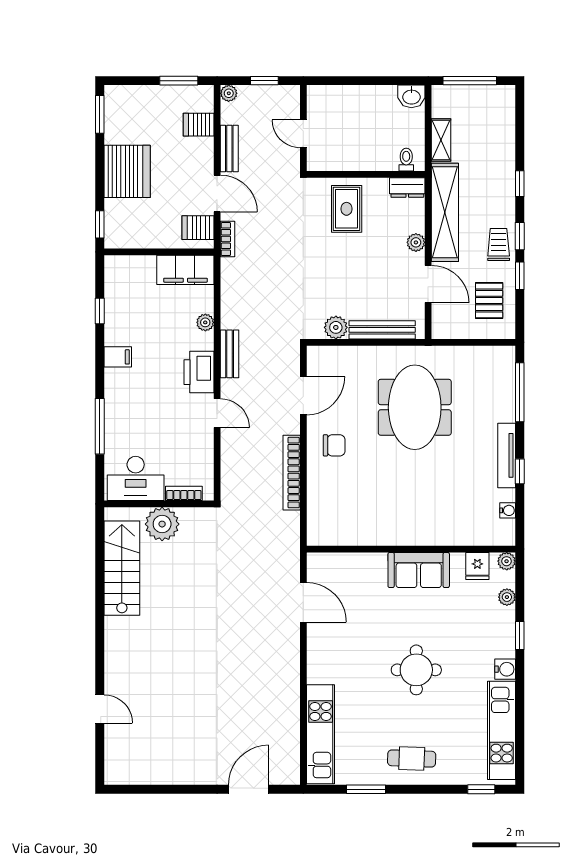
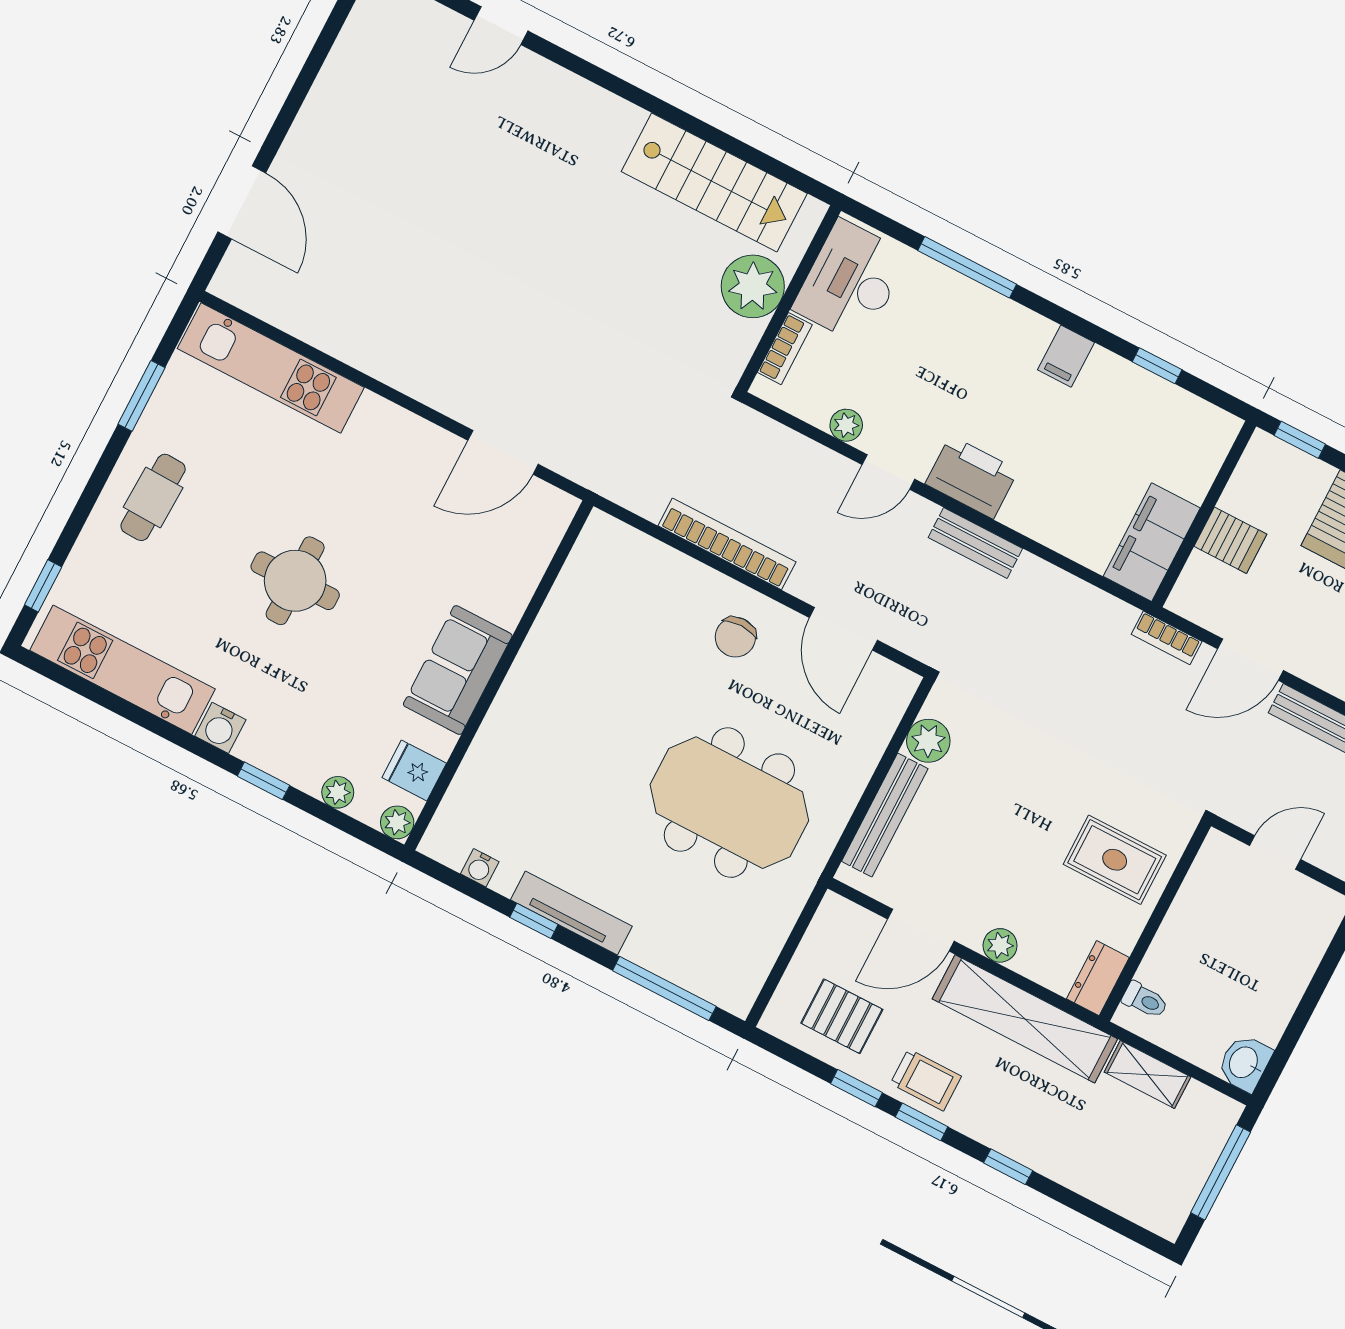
server rack: (198, 228) -> (1230, 540), moved, turned 90
plant: (205, 322) -> (846, 425), moved

